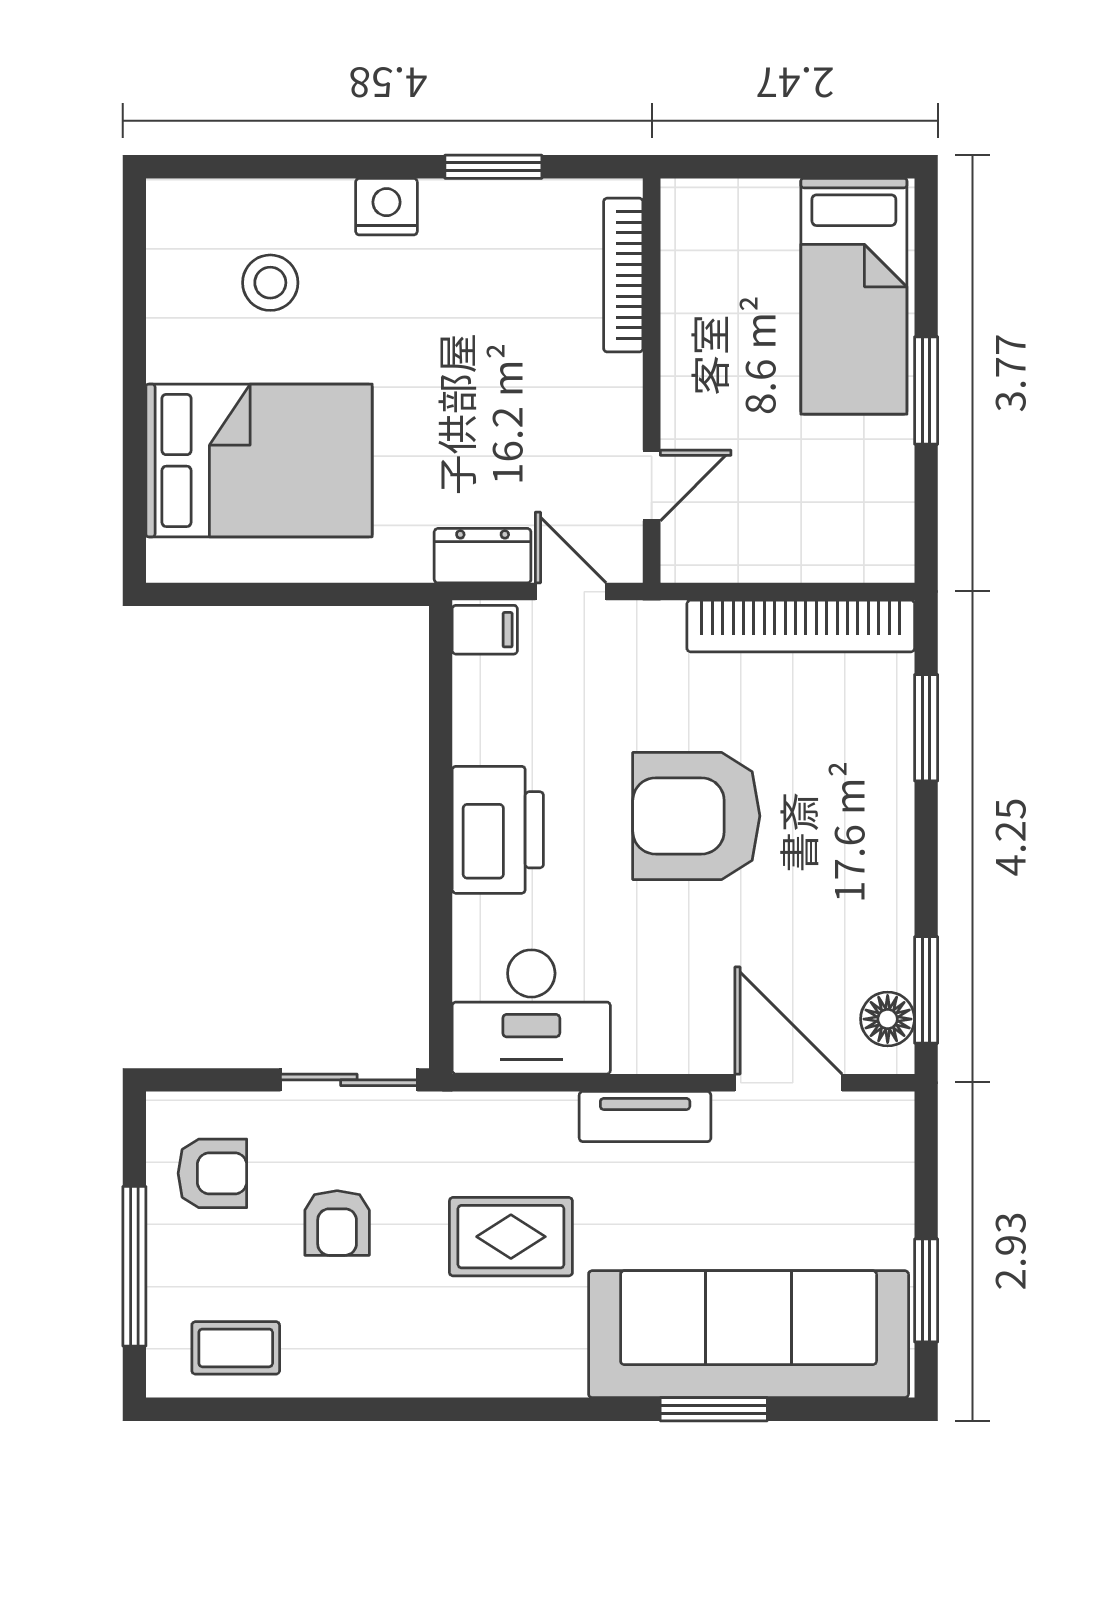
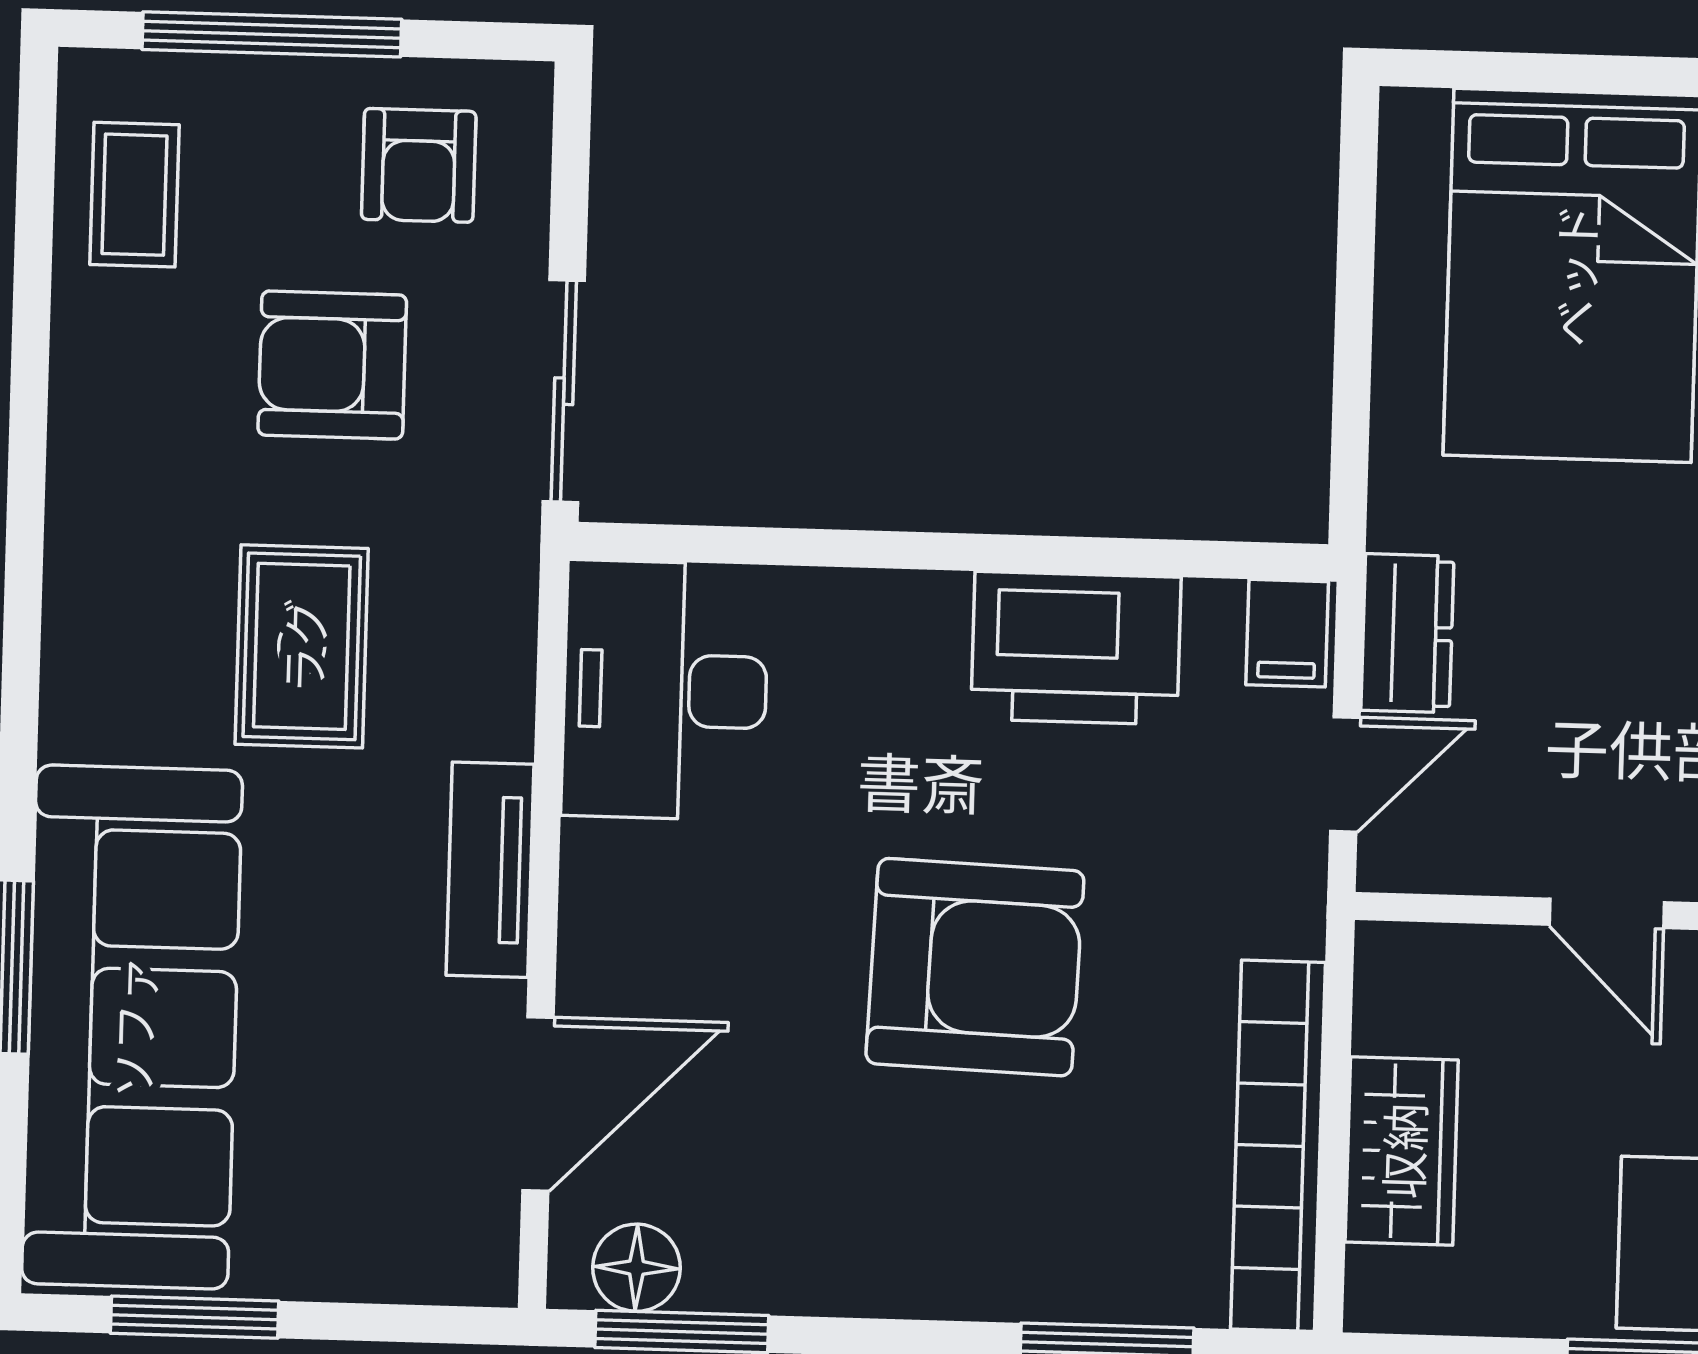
door: (652, 485) -> (1607, 913), moved
wardrobe: (802, 550) -> (1402, 1151), added
armchair: (696, 816) -> (975, 967), turned 92
printer: (498, 830) -> (1076, 648), moved
armchair: (337, 1223) -> (332, 365), width x1.38, depth x1.38

